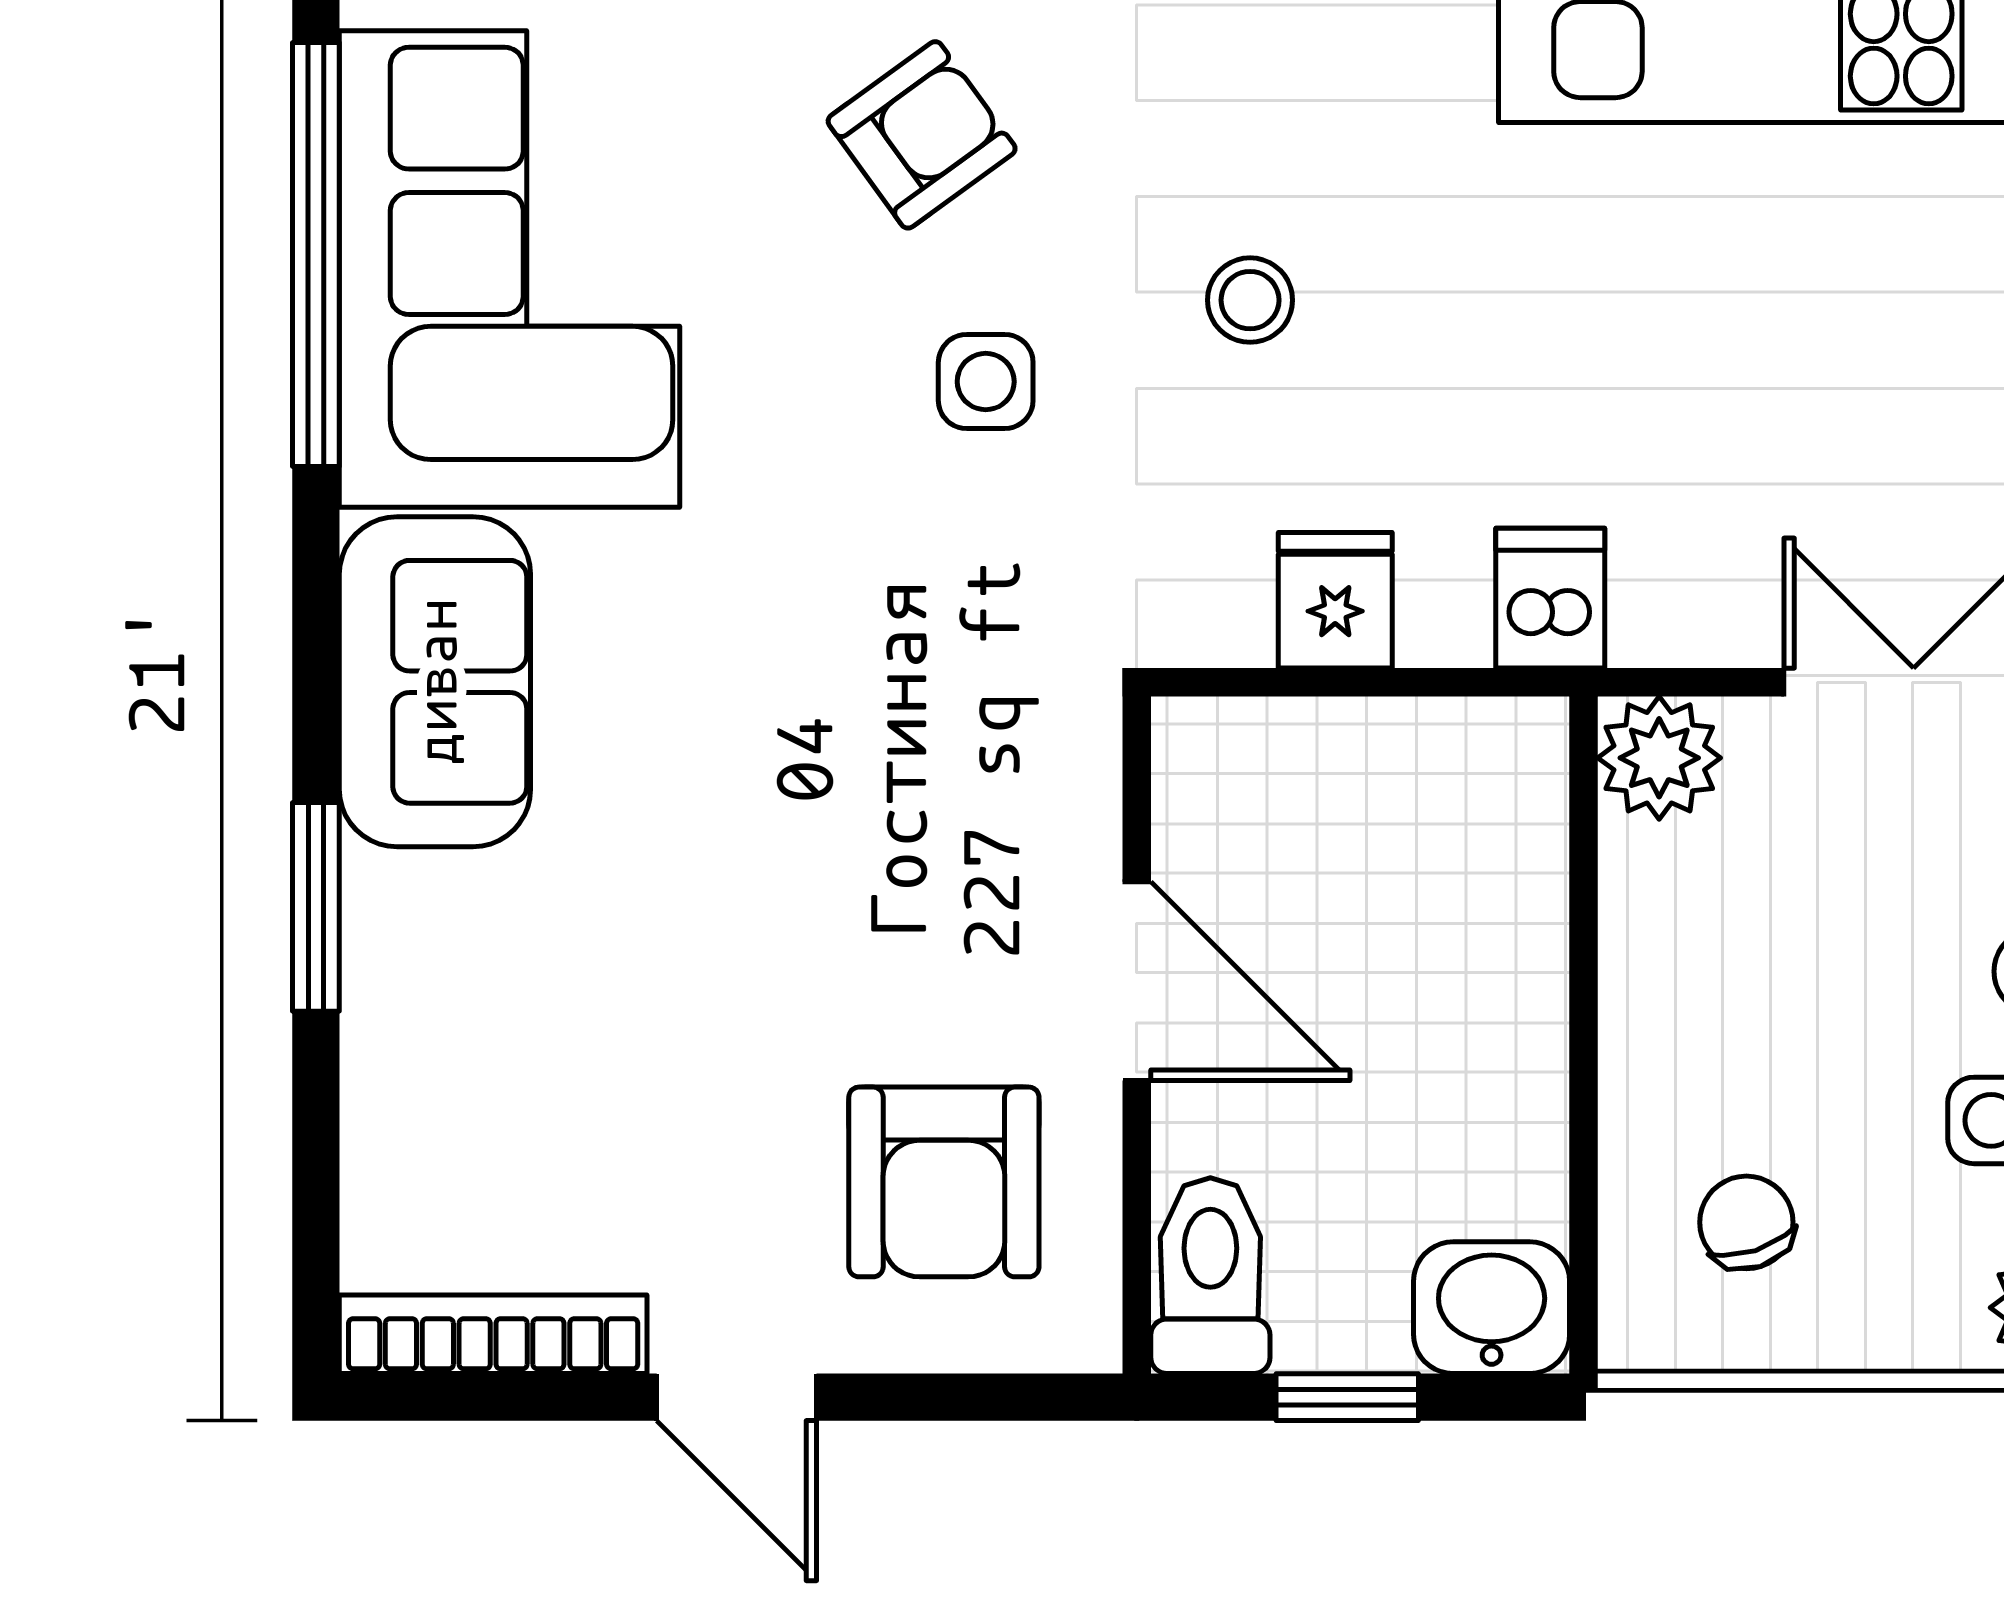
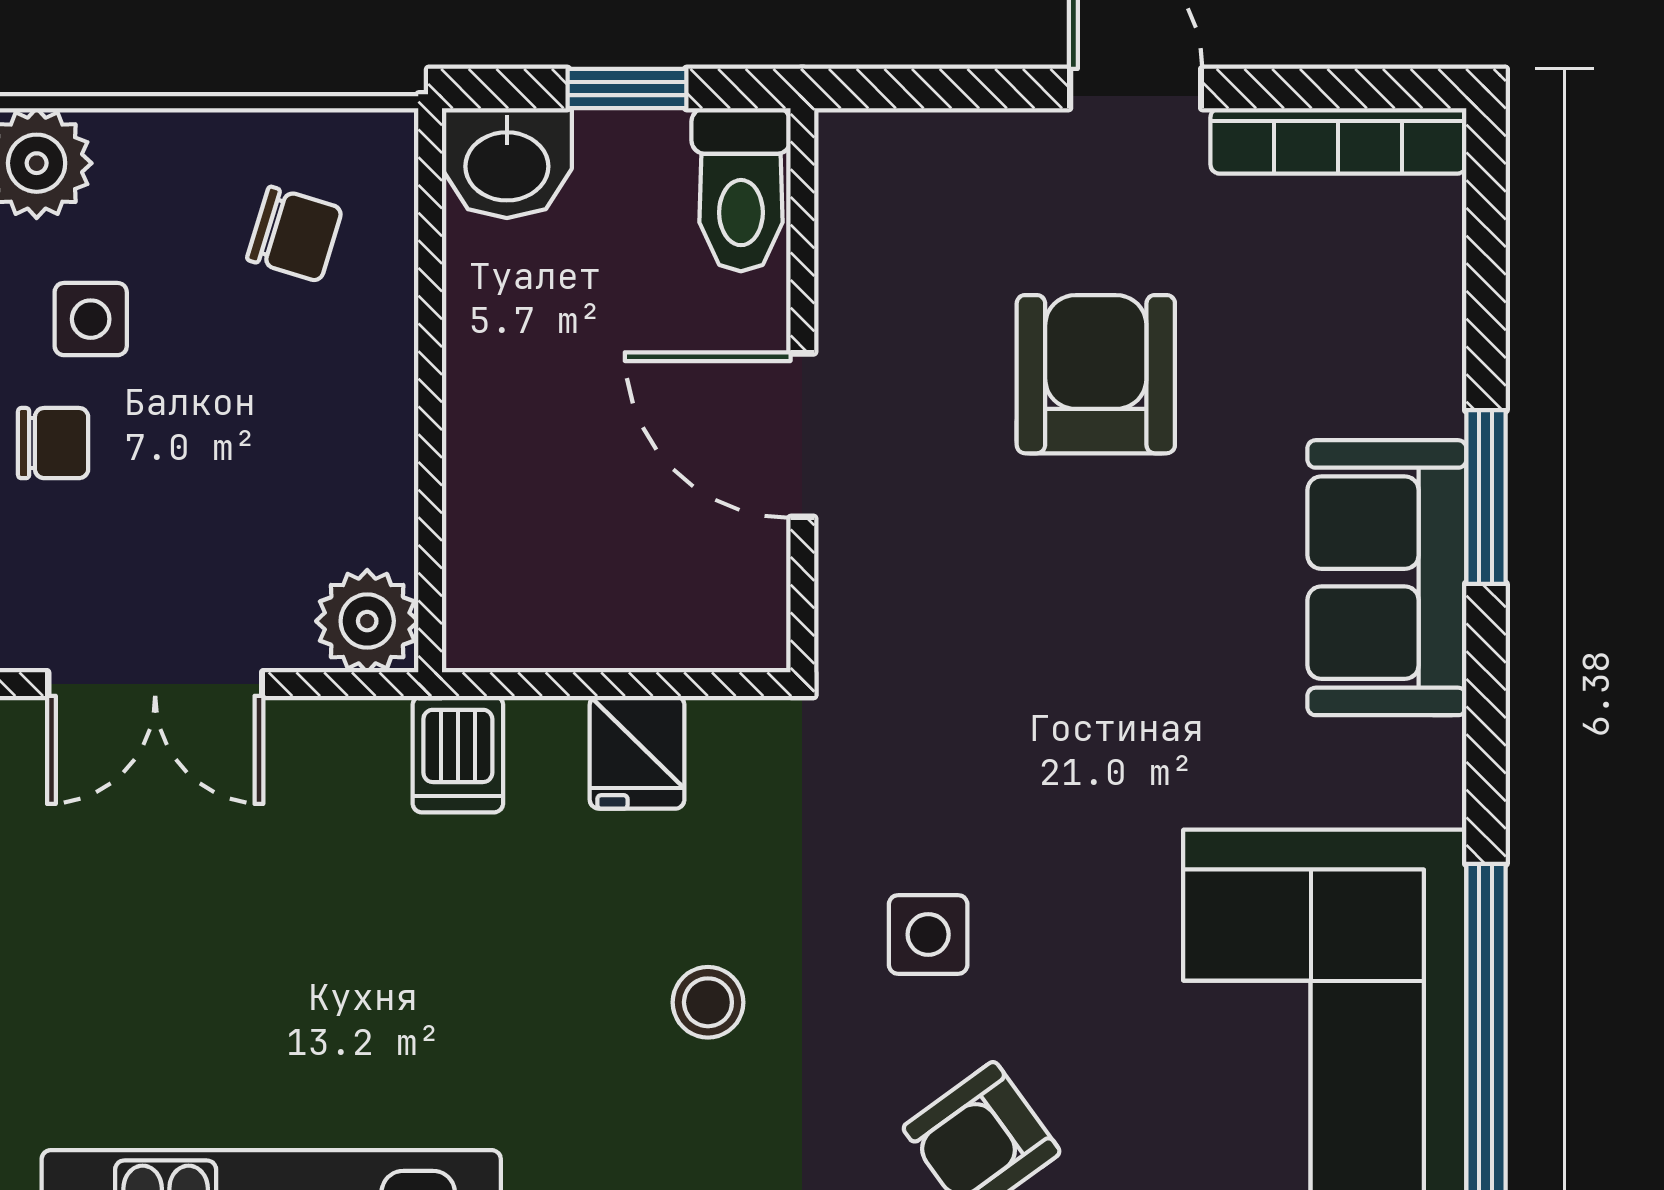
sofa: (435, 682) -> (1387, 578), moved
armchair: (944, 1182) -> (1096, 374), moved
chair: (1746, 1222) -> (295, 234), turned -55

